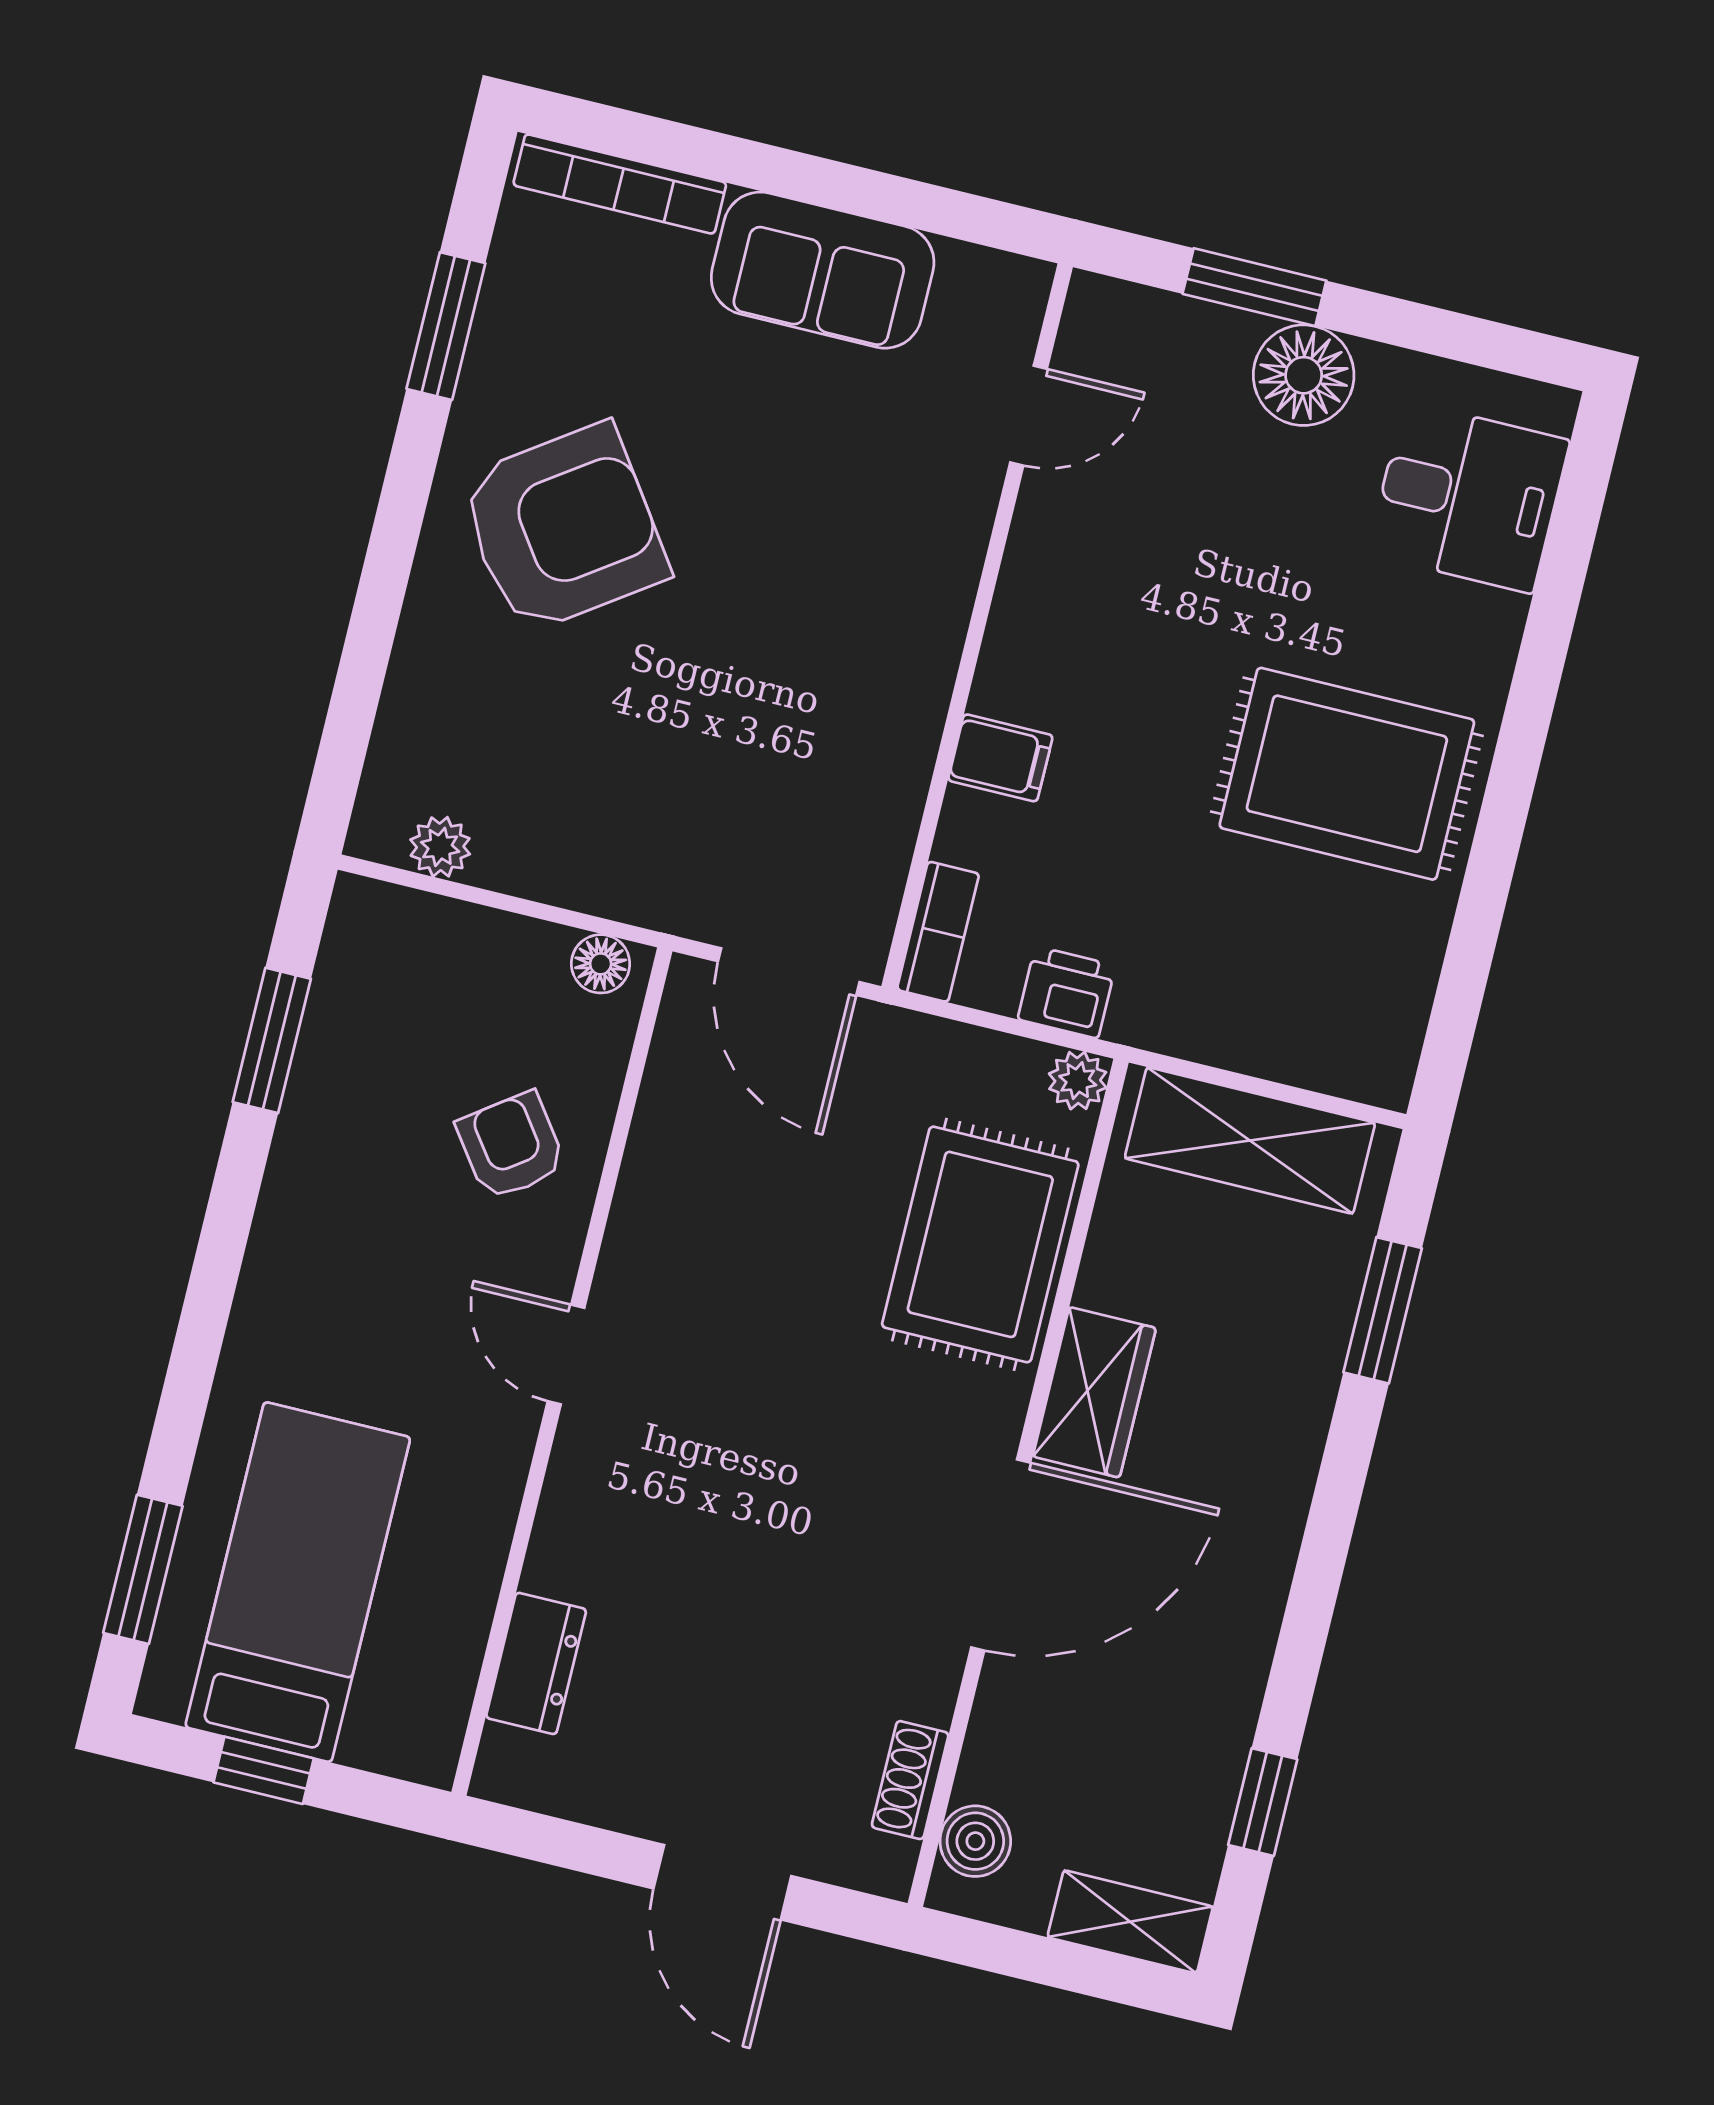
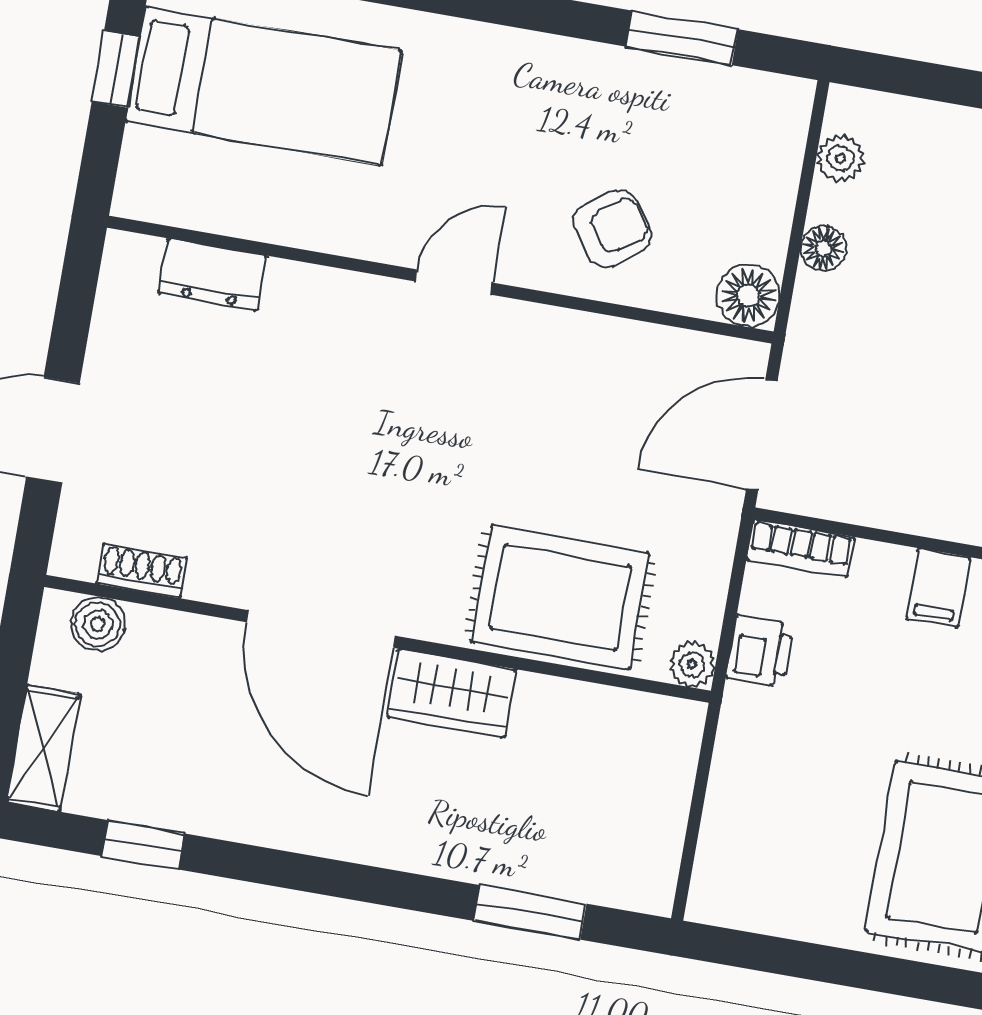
floor lamp: (554, 876) -> (823, 248), added
floor lamp: (601, 964) -> (748, 295), width x1.37, depth x1.37
shelving: (1250, 1141) -> (655, 801), removed

